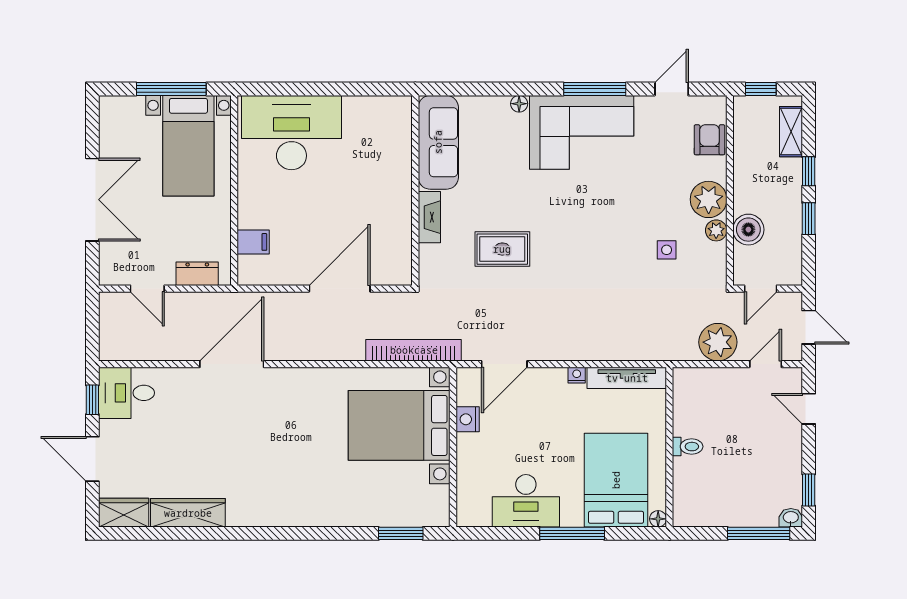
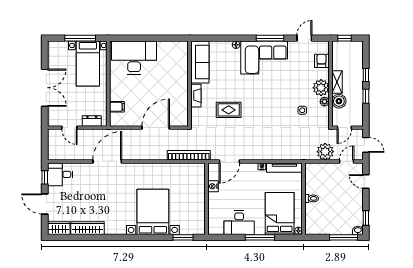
shelving: (791, 132) -> (337, 82), moved
bed with nightstands: (399, 425) -> (153, 212), moved, turned 90

